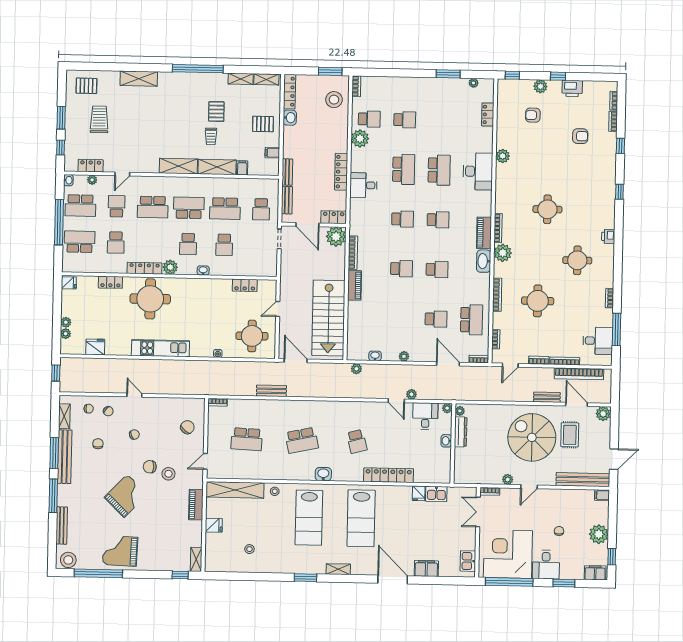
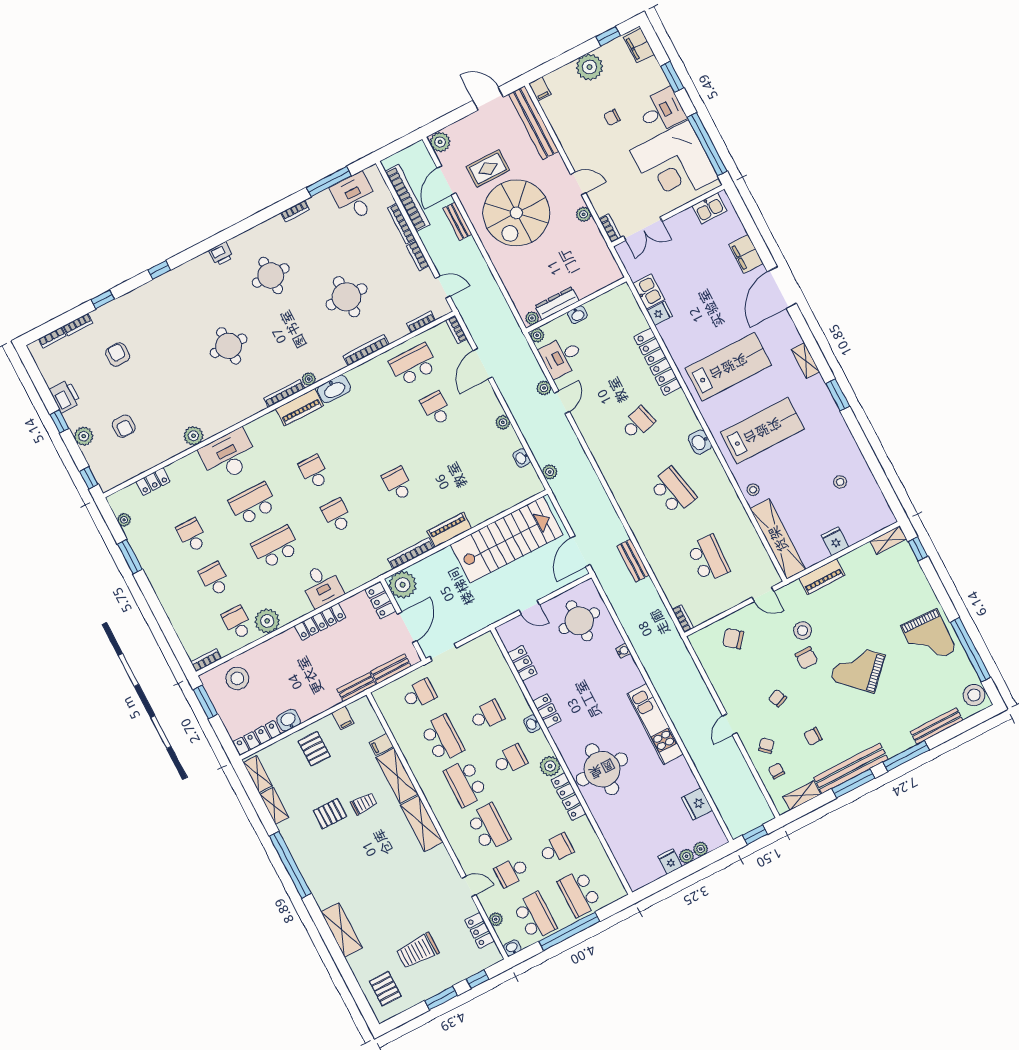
plant: (503, 253) -> (309, 379), width x0.53, depth x0.53
school desk: (437, 269) -> (192, 535), moved
locker: (110, 282) -> (547, 711), moved
fridge: (69, 283) -> (670, 862), moved

